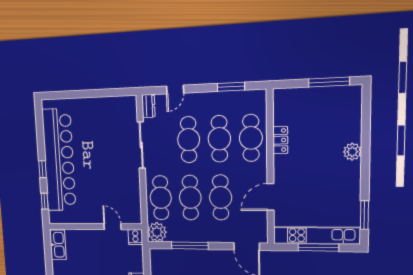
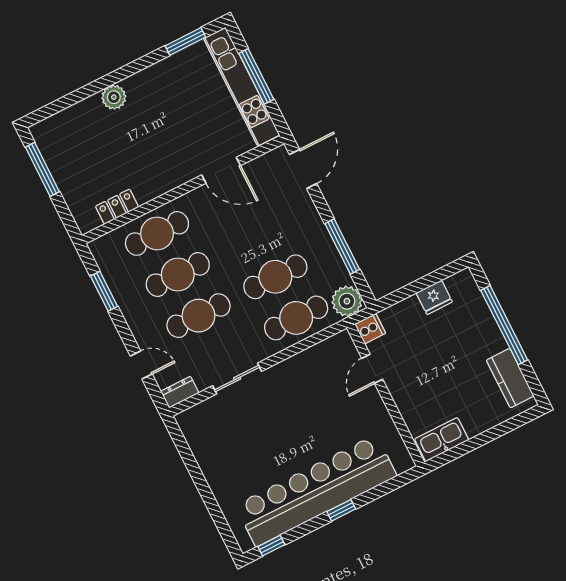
locker: (280, 140) -> (117, 207), moved
sliding door: (141, 145) -> (237, 378), width x0.73
cafe table: (221, 197) -> (255, 236), removed
window: (45, 201) -> (271, 546), moved

